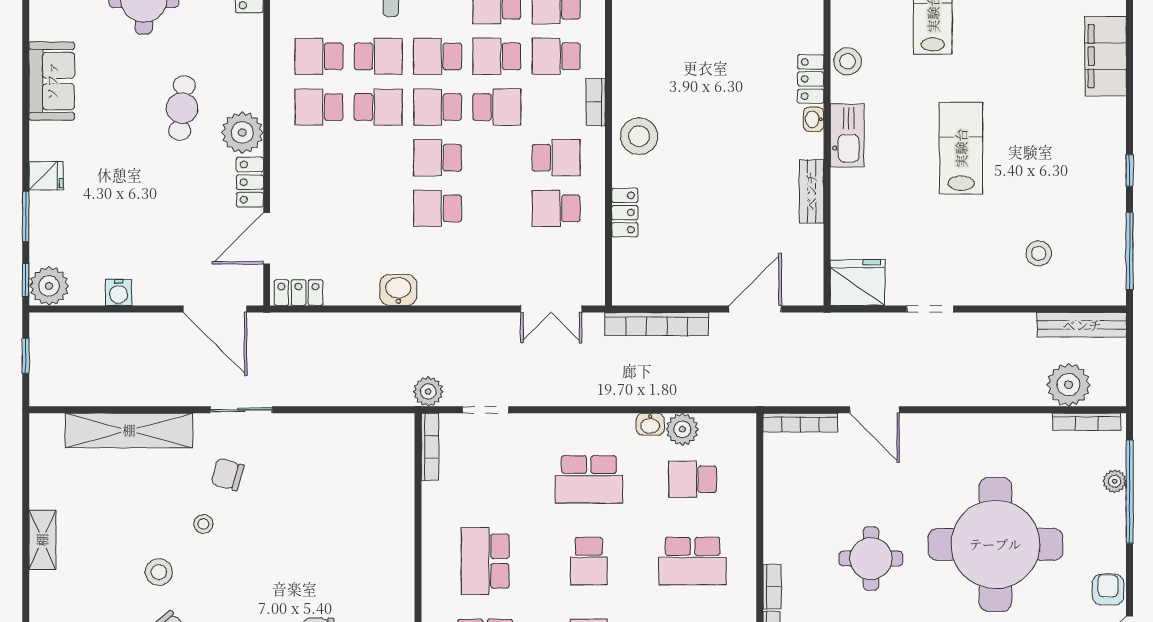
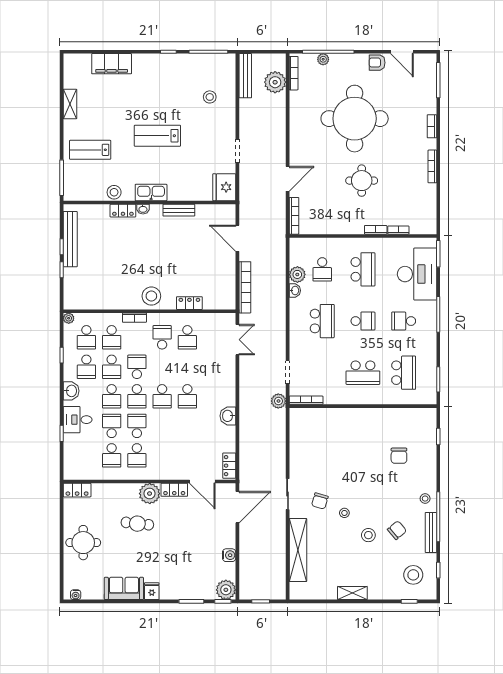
fridge: (46, 176) -> (152, 591), moved

